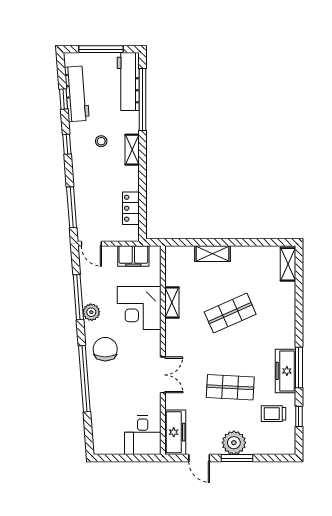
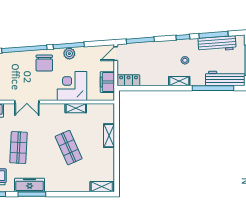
window: (63, 99) -> (214, 35), width x2.17
locker: (131, 208) -> (129, 80), moved
window: (78, 297) -> (69, 46), moved
chair: (105, 349) -> (44, 63), turned 90

